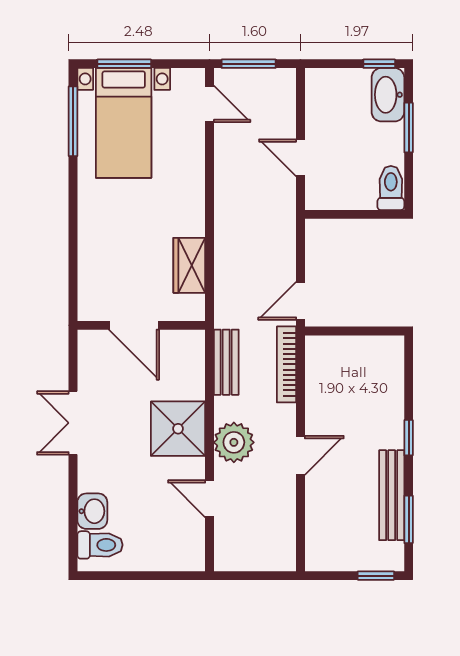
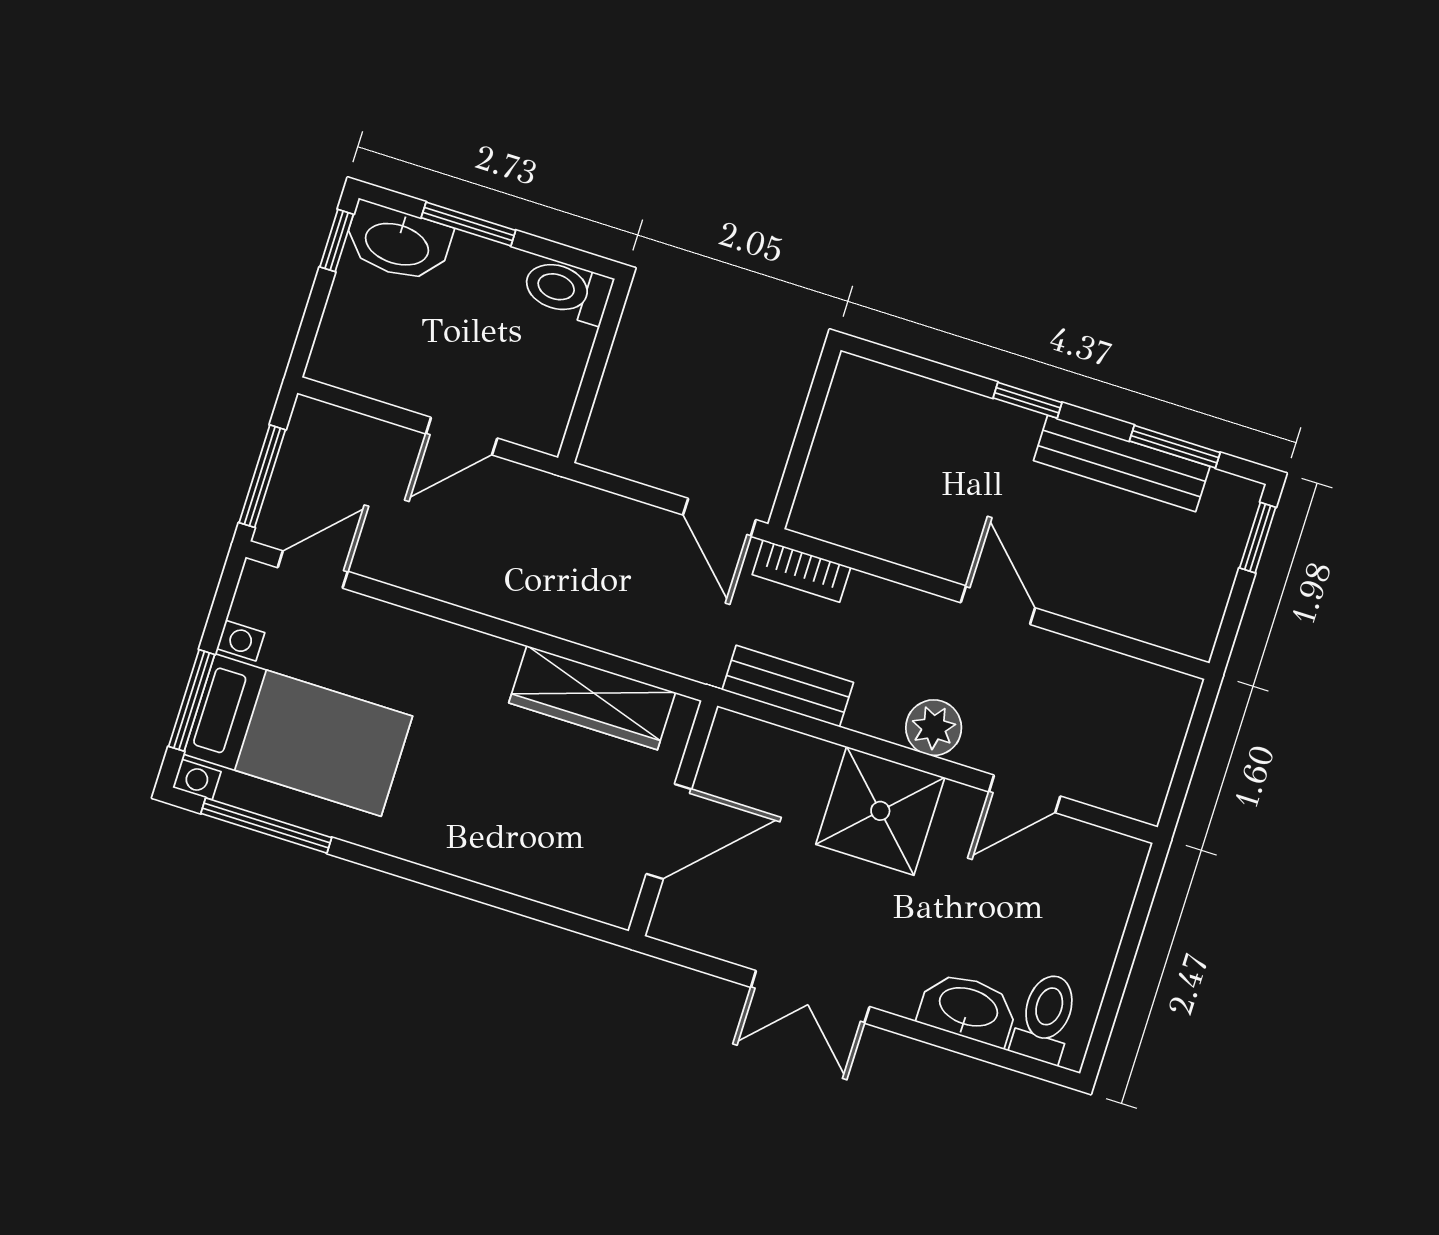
wardrobe: (189, 265) -> (592, 698), width x1.50
bookcase: (287, 364) -> (801, 571), width x0.64
plant: (234, 442) -> (934, 728), width x0.73, depth x0.73
washbasin: (92, 511) -> (968, 1008), width x1.38

